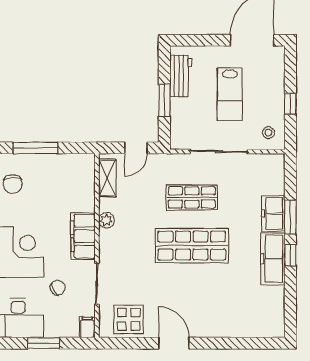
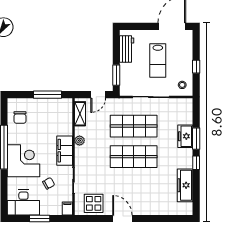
window: (164, 100) -> (116, 75), moved
window: (35, 148) -> (47, 95), moved
shop shelf: (192, 197) -> (134, 126), width x1.43, depth x1.36
freezer: (273, 259) -> (185, 185), moved

